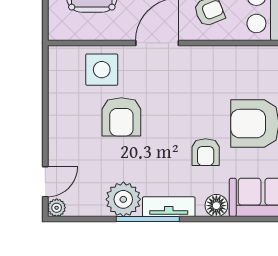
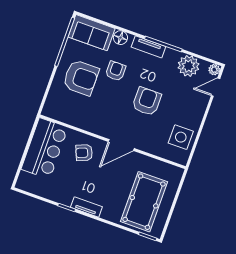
side table: (102, 70) -> (181, 137), moved
armchair: (121, 117) -> (147, 101), moved
plant: (123, 199) -> (188, 66), moved

